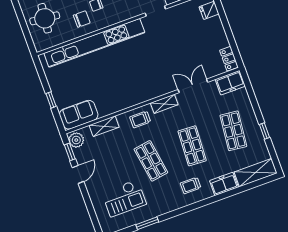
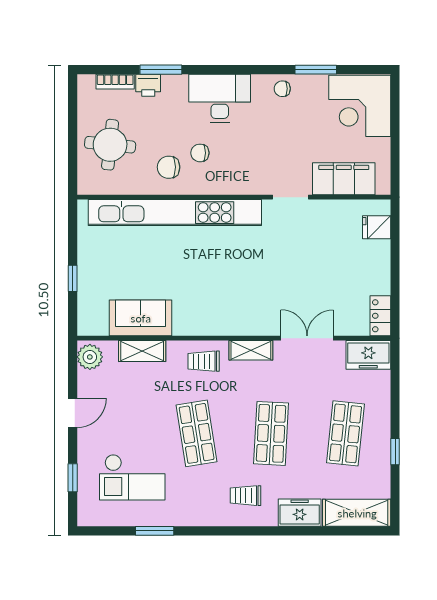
chair: (82, 19) -> (169, 167), turned 180
sofa: (79, 115) -> (141, 318), moved
window: (70, 152) -> (73, 478), moved

